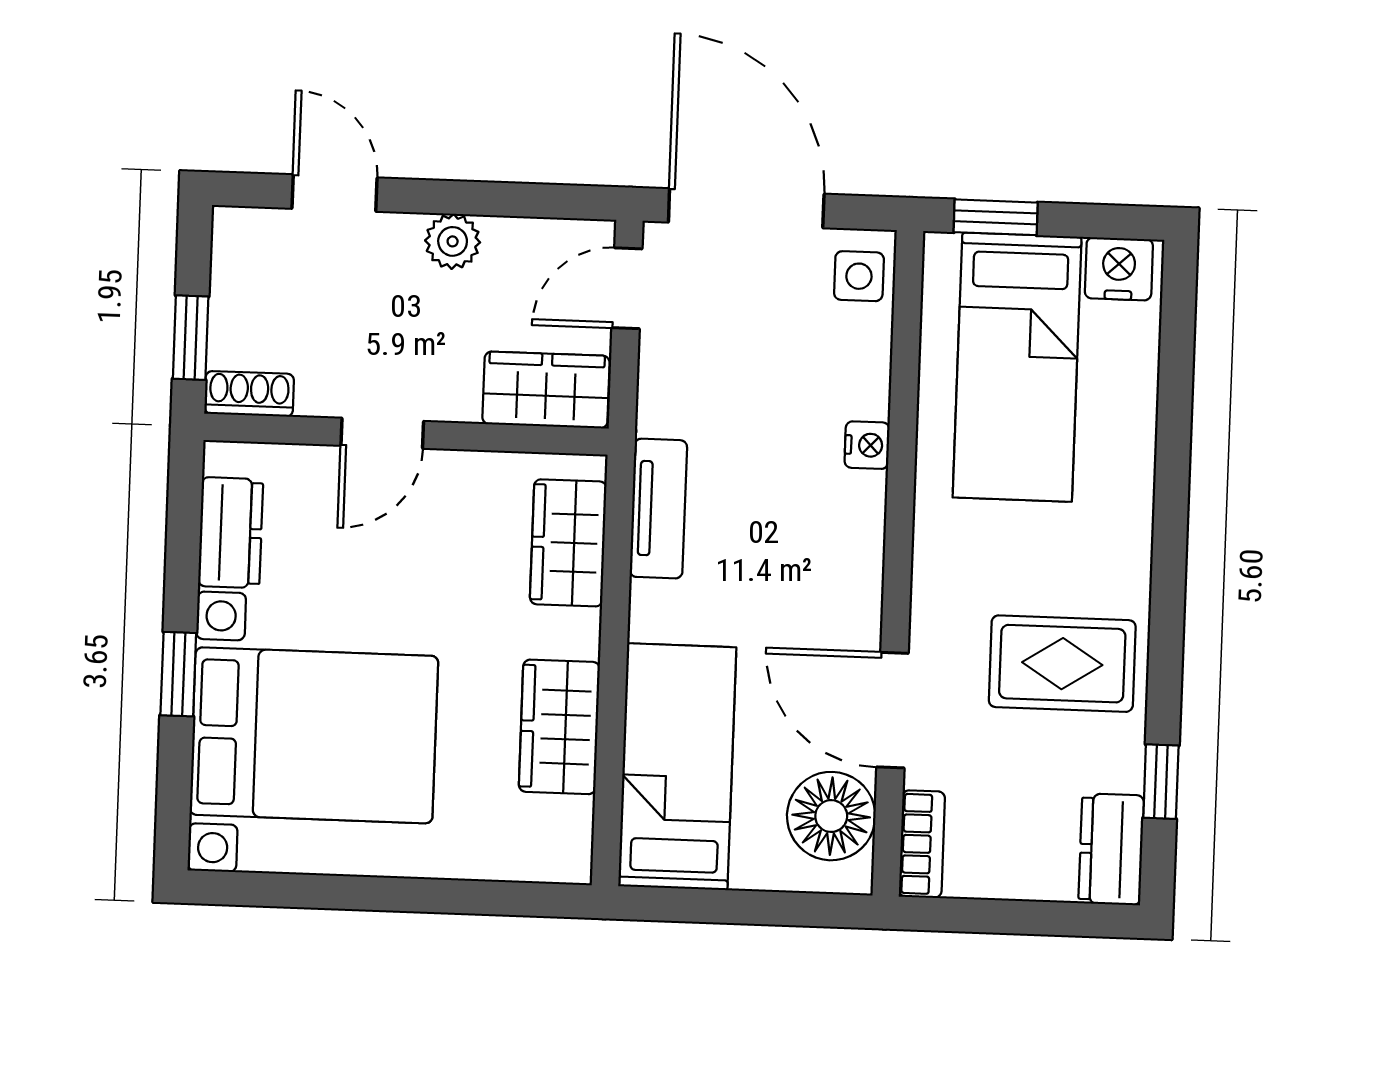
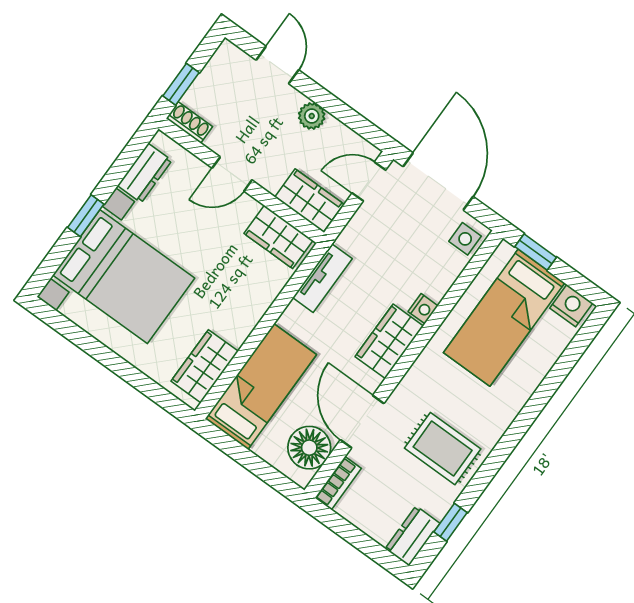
wardrobe: (846, 540) -> (389, 341), added
wardrobe: (568, 543) -> (278, 237), moved, turned -90
wardrobe: (559, 727) -> (205, 366), moved

